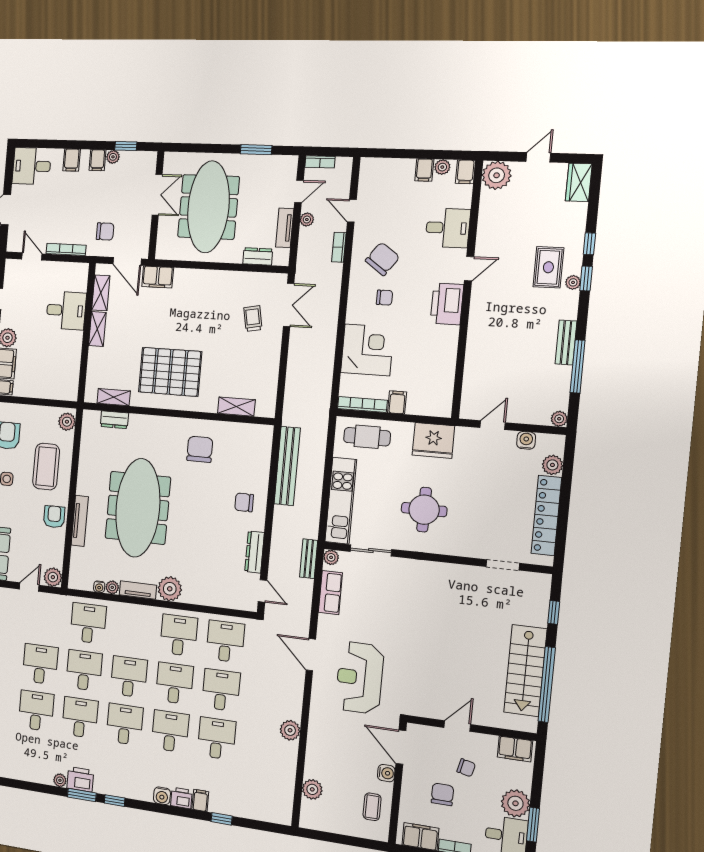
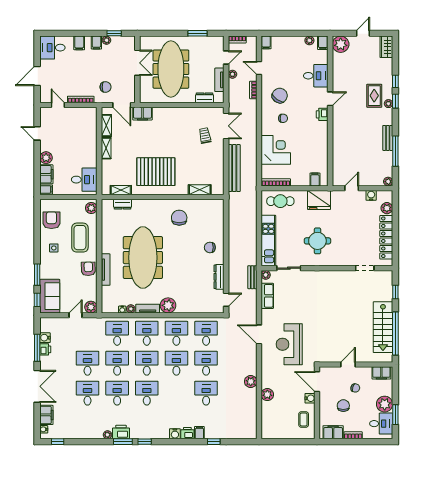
filing cabinet: (424, 170) -> (266, 42), moved
printer: (447, 304) -> (322, 114), width x0.53, depth x0.68
desk: (66, 311) -> (84, 180), moved
filing cabinet: (397, 402) -> (315, 179), moved
bench: (287, 466) -> (234, 168), moved
door: (262, 591) -> (226, 300), hinge flipped
desk: (170, 731) -> (147, 333), moved
plant: (312, 789) -> (267, 395), moved

